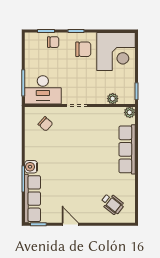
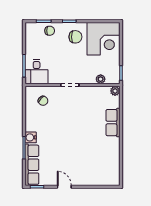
desk: (43, 90) -> (37, 72), width x0.73
row of seats: (127, 149) -> (113, 123), width x0.68
wheelchair: (112, 204) -> (100, 169), removed

